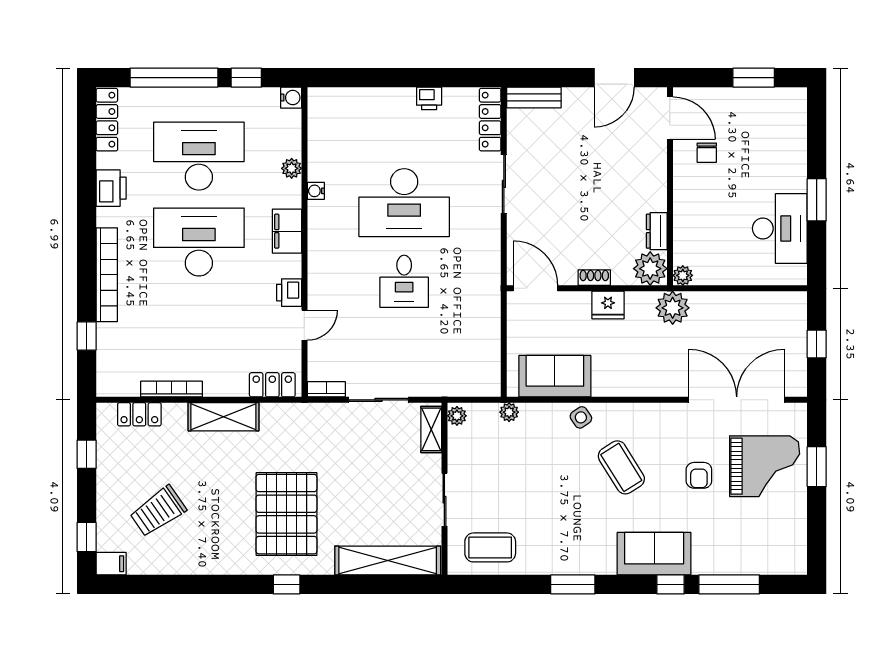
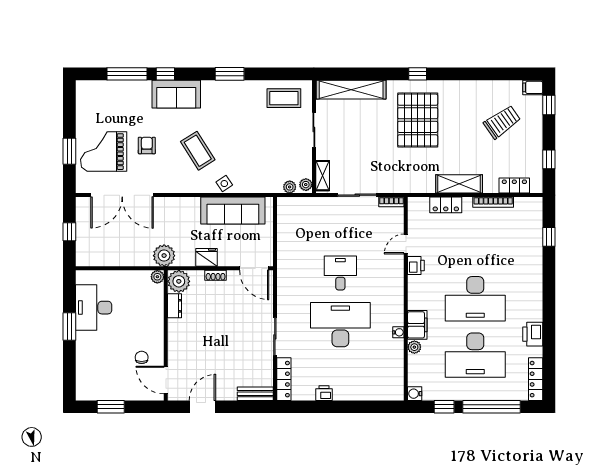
filing cabinet: (287, 231) -> (417, 325), moved
bookcase: (107, 275) -> (536, 277), removed
sofa: (555, 376) -> (233, 211), width x1.36
locker: (272, 385) -> (446, 205), moved
plant: (509, 412) -> (290, 187), moved

